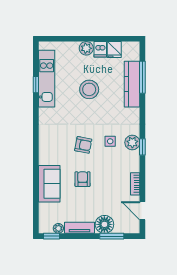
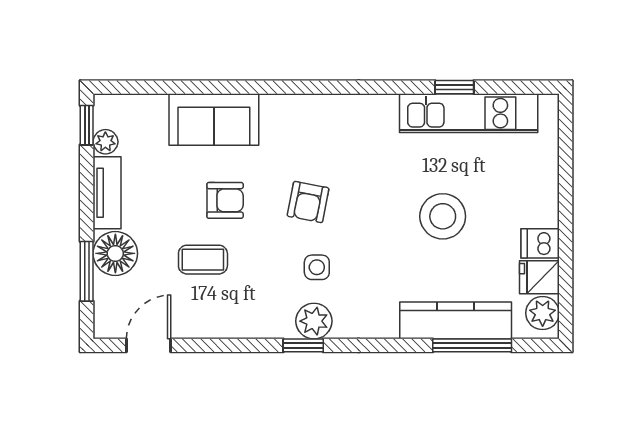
plant: (86, 48) -> (543, 313), moved
bookcase: (135, 184) -> (213, 328), removed
coffee table: (107, 188) -> (203, 260), added

